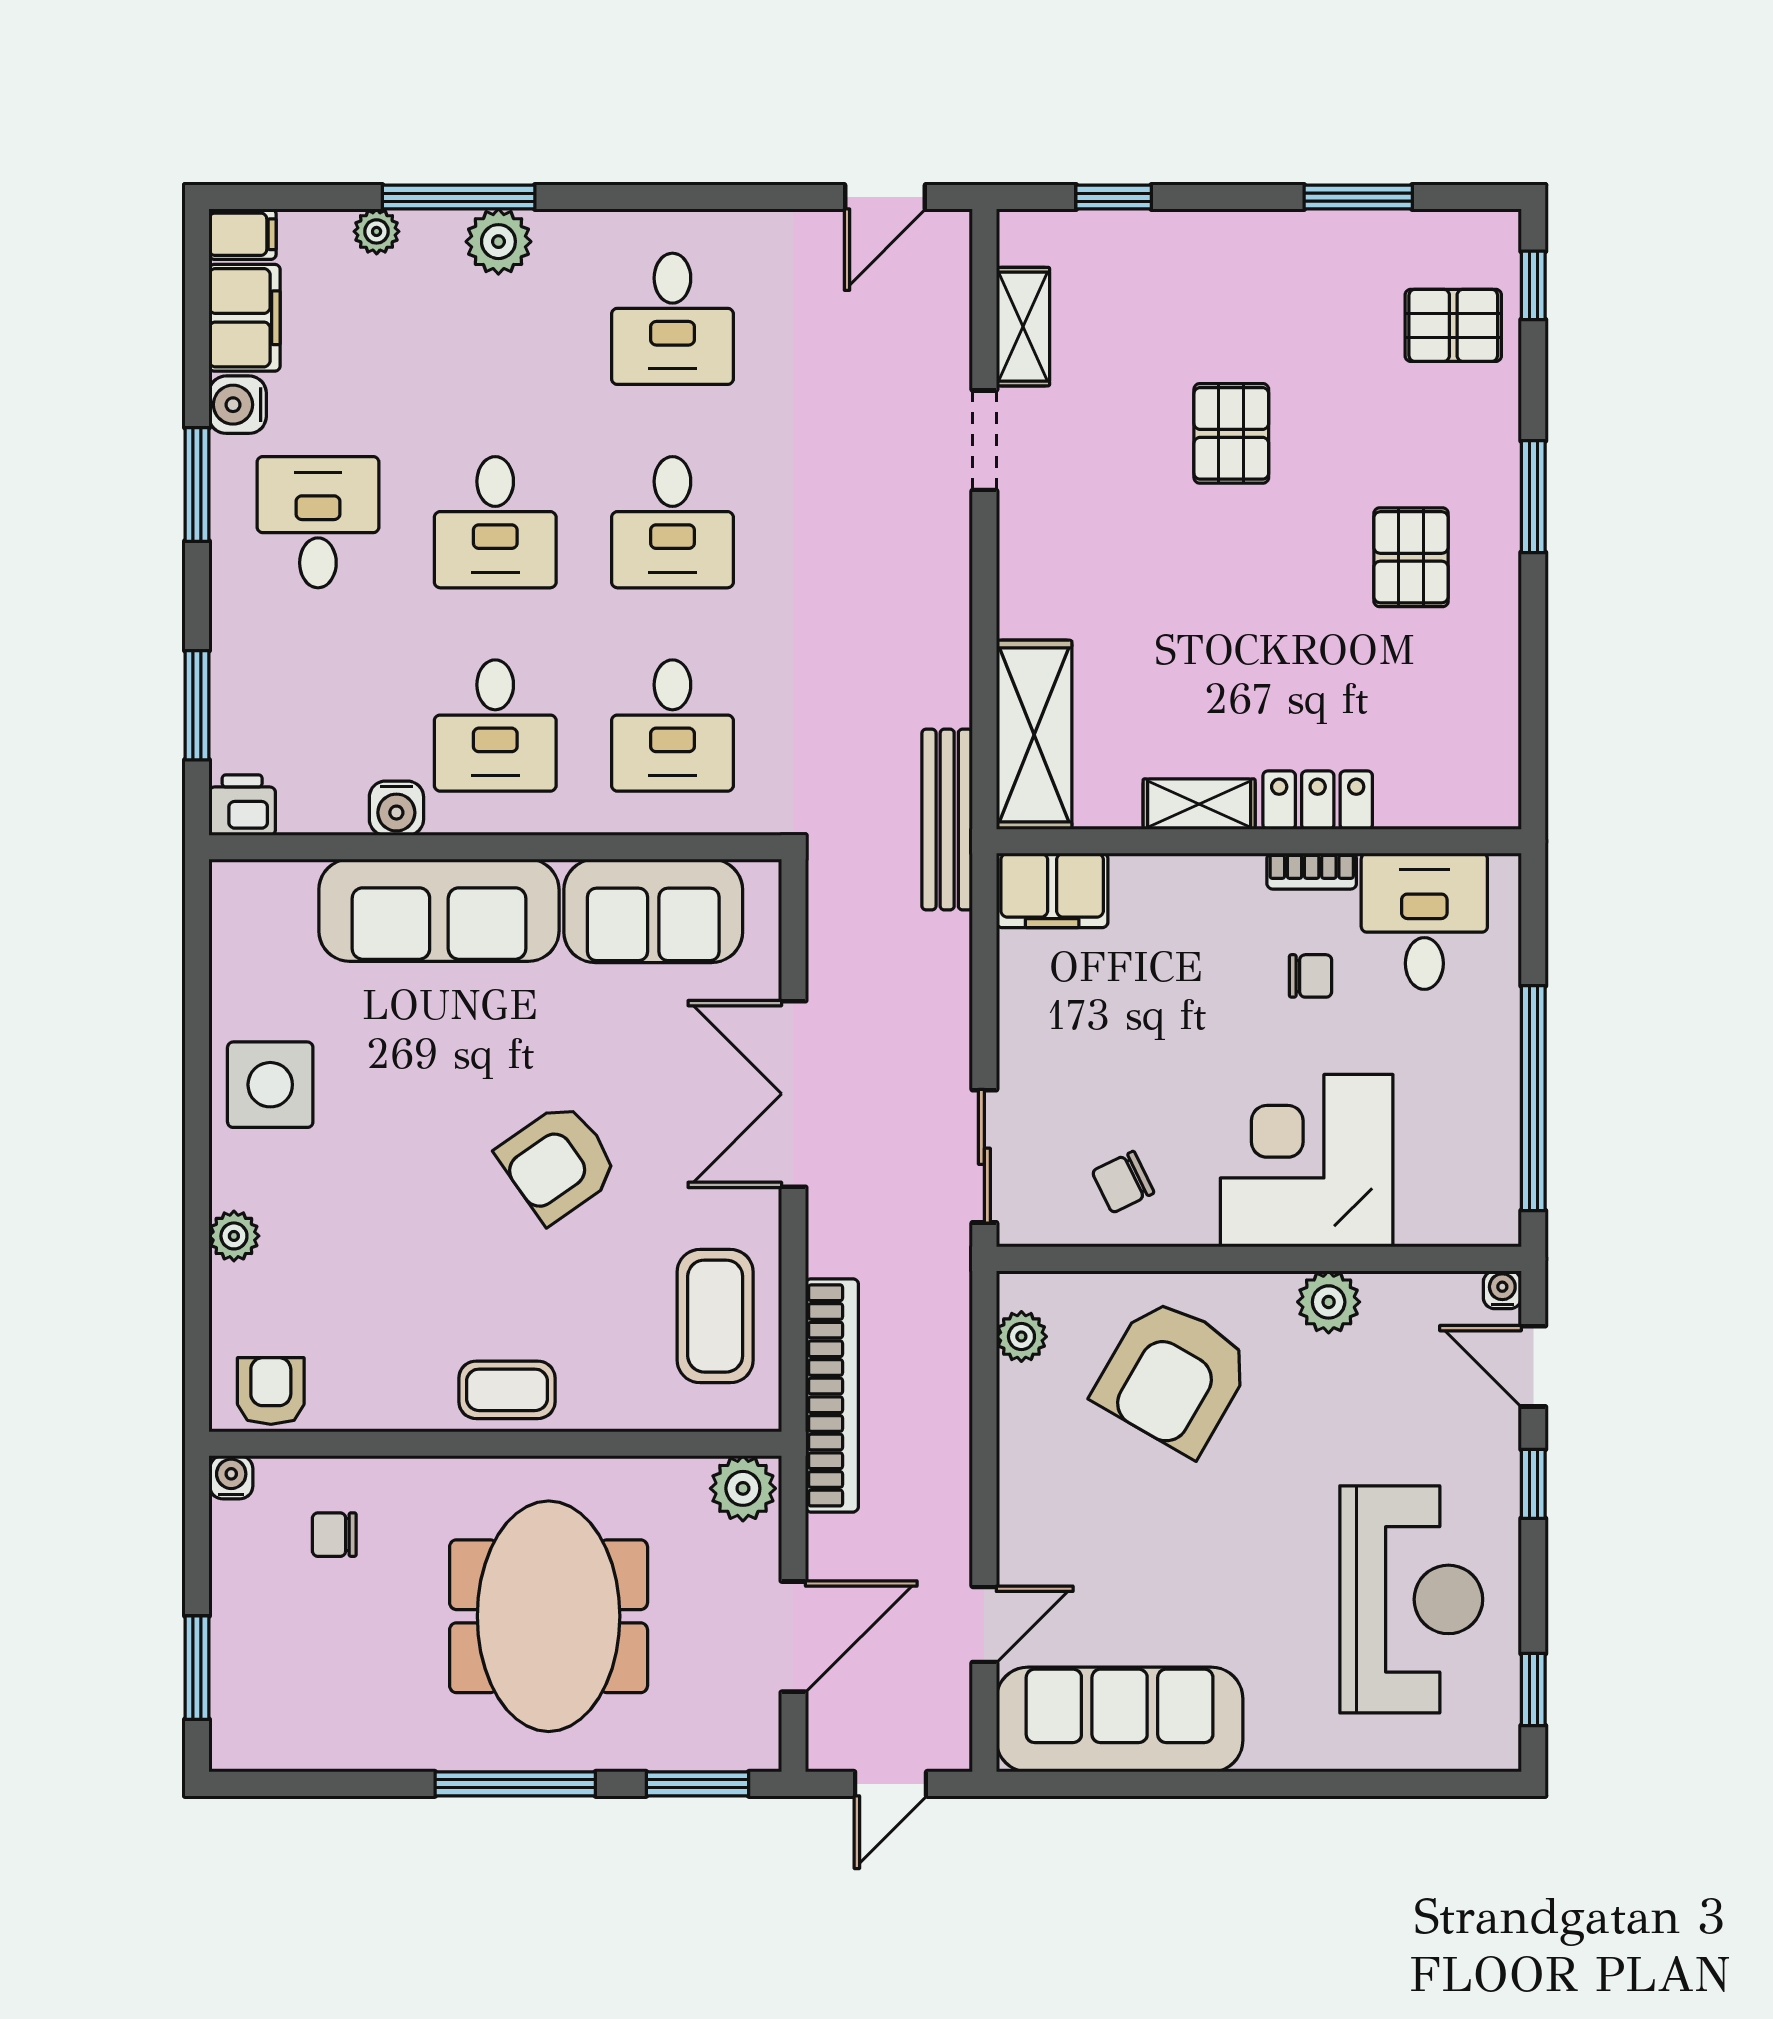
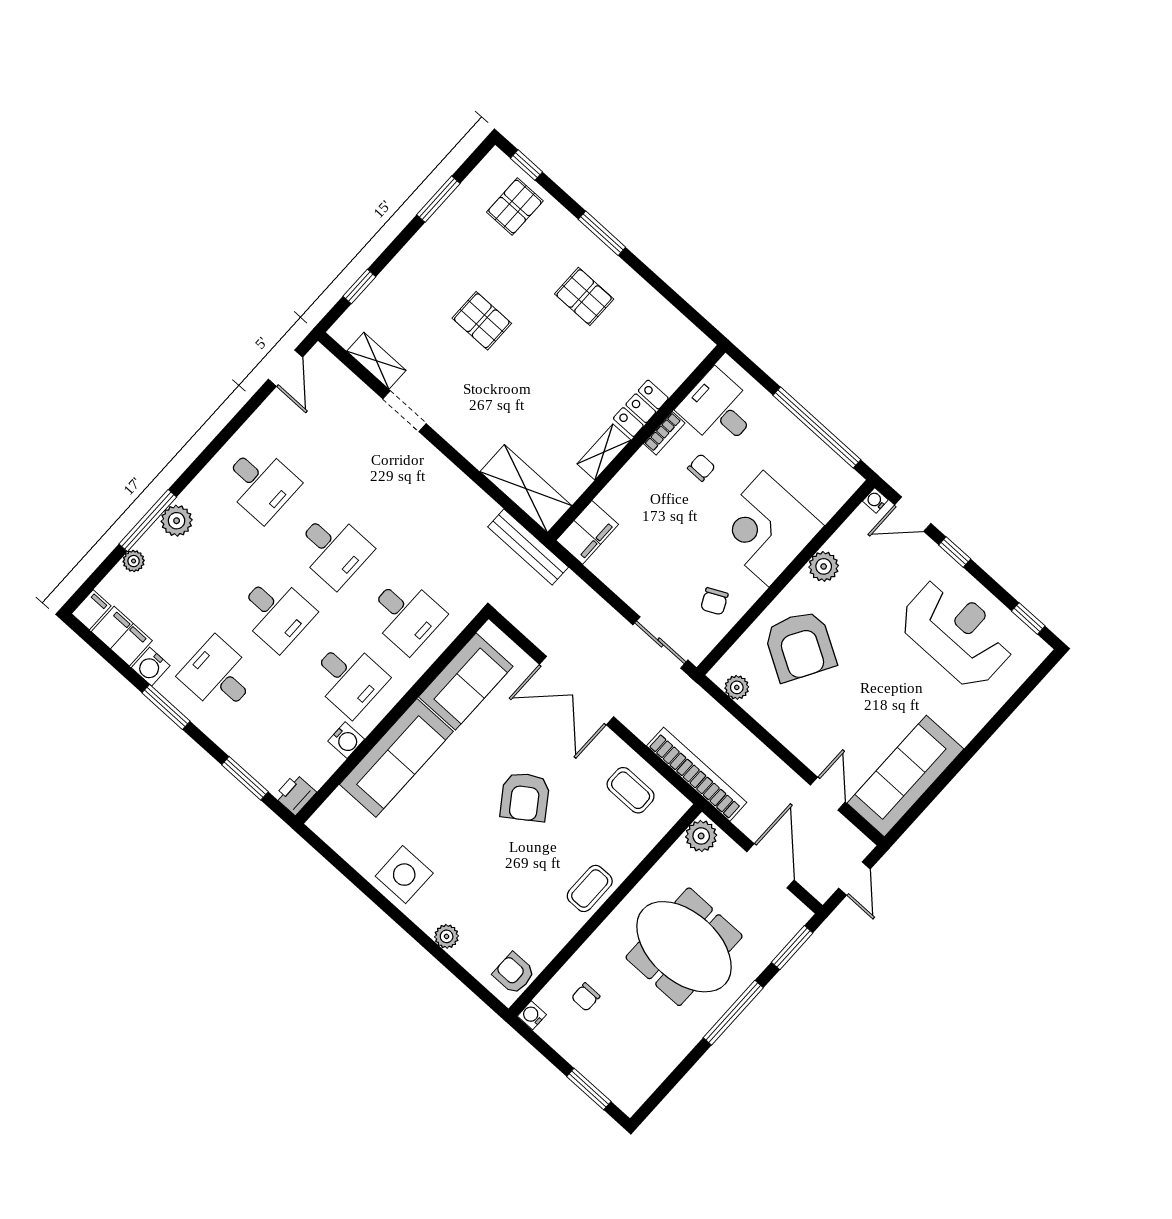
coffee table: (715, 1316) -> (631, 790), width x0.73, depth x0.77

